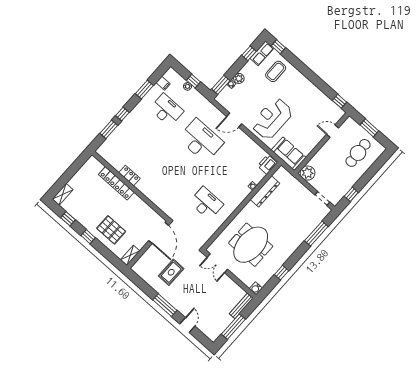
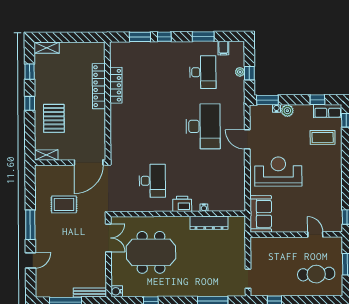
printer: (267, 164) -> (182, 204), moved
plant: (308, 173) -> (259, 246), removed
locker: (129, 176) -> (116, 85), width x1.53
double door: (217, 263) -> (108, 238), swing flipped

